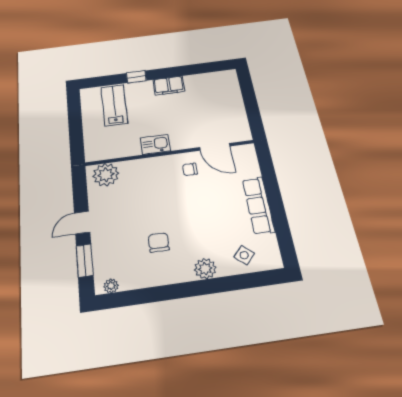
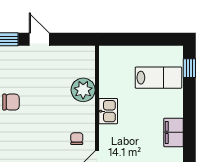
window: (136, 77) -> (189, 68), moved
plant: (106, 175) -> (83, 90), moved

